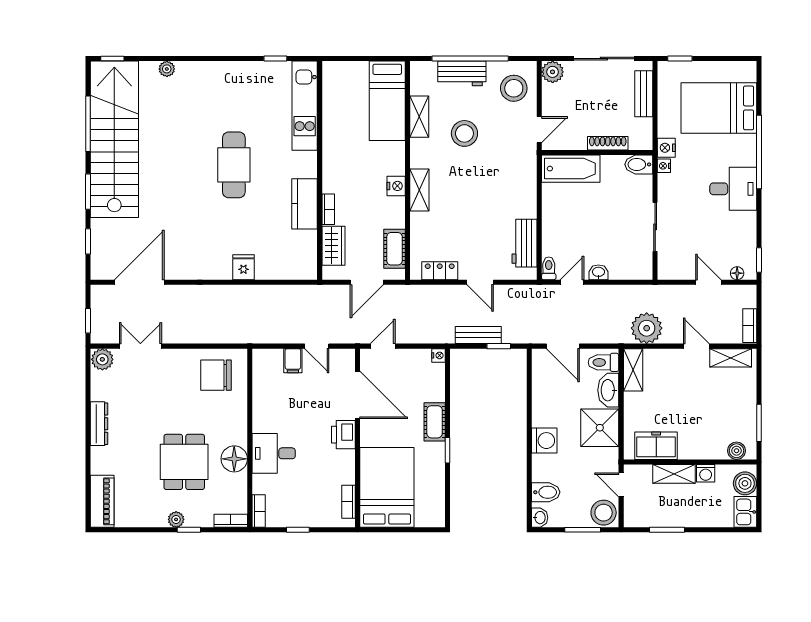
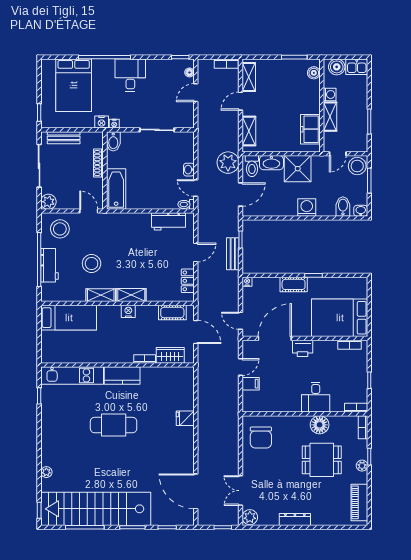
shelving: (419, 117) -> (101, 295), moved
kitchen counter: (305, 204) -> (122, 376), moved
plant: (647, 328) -> (228, 163), moved
shelving: (633, 370) -> (249, 131), moved, turned 90
piano: (102, 501) -> (359, 502), moved, turned -90

